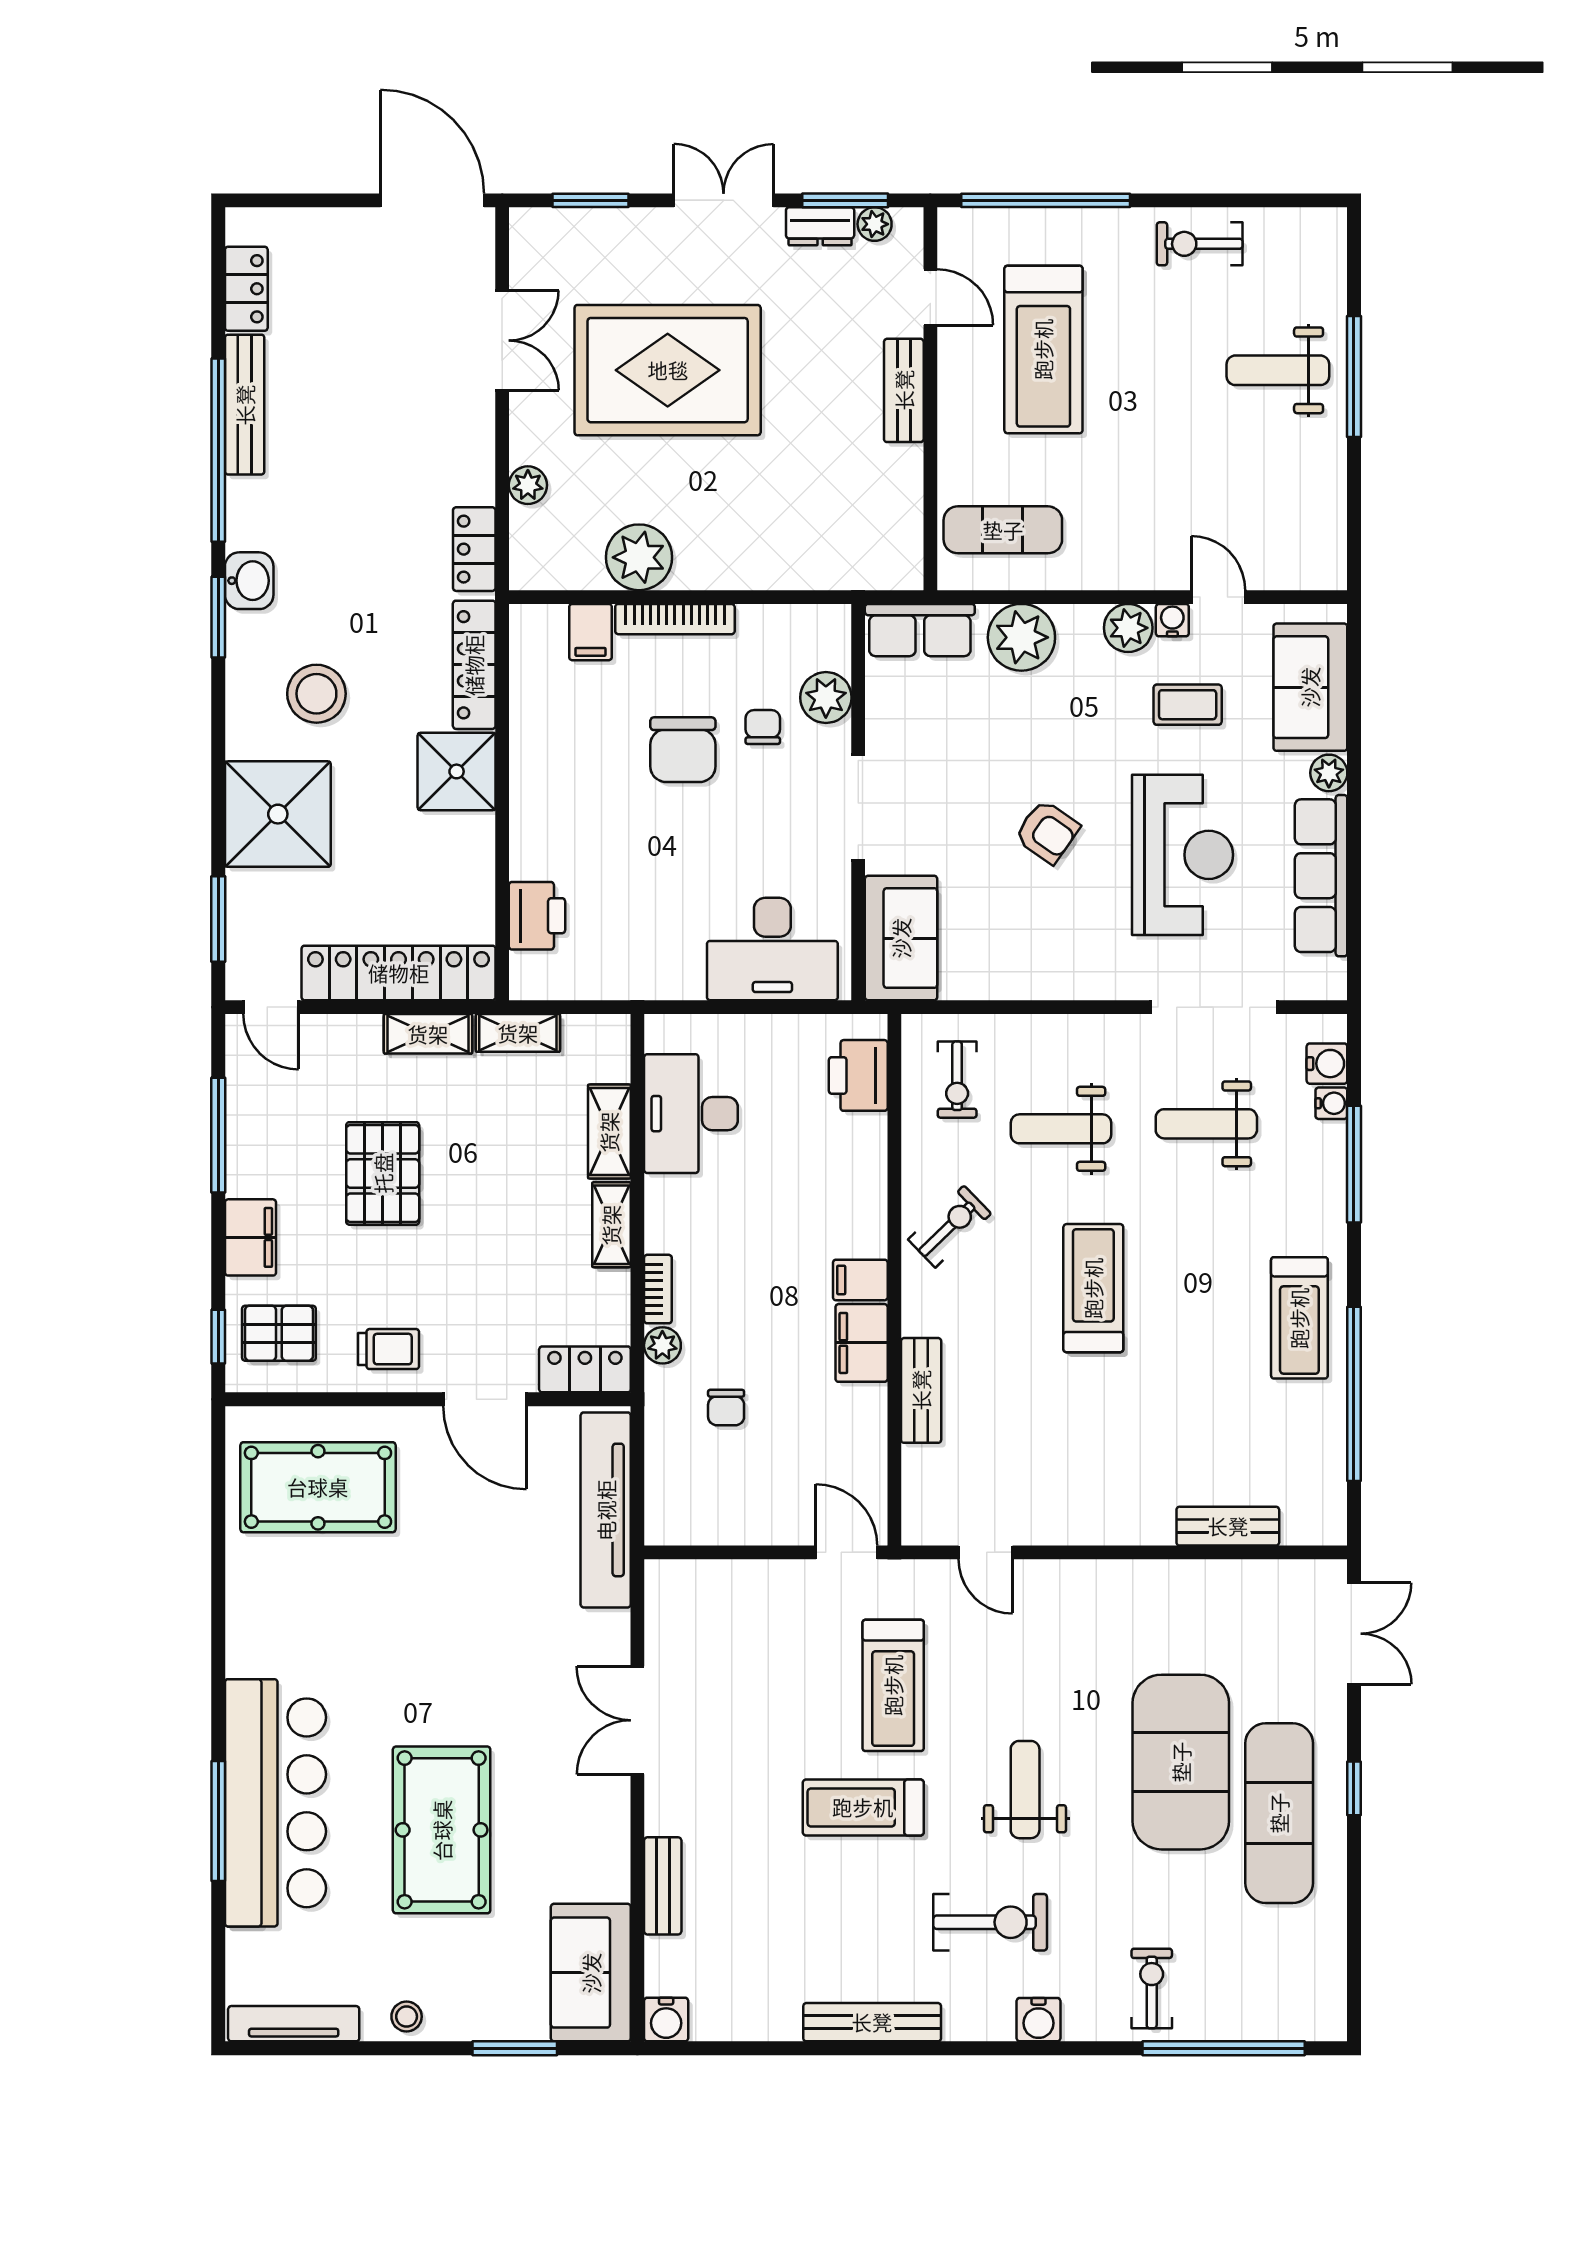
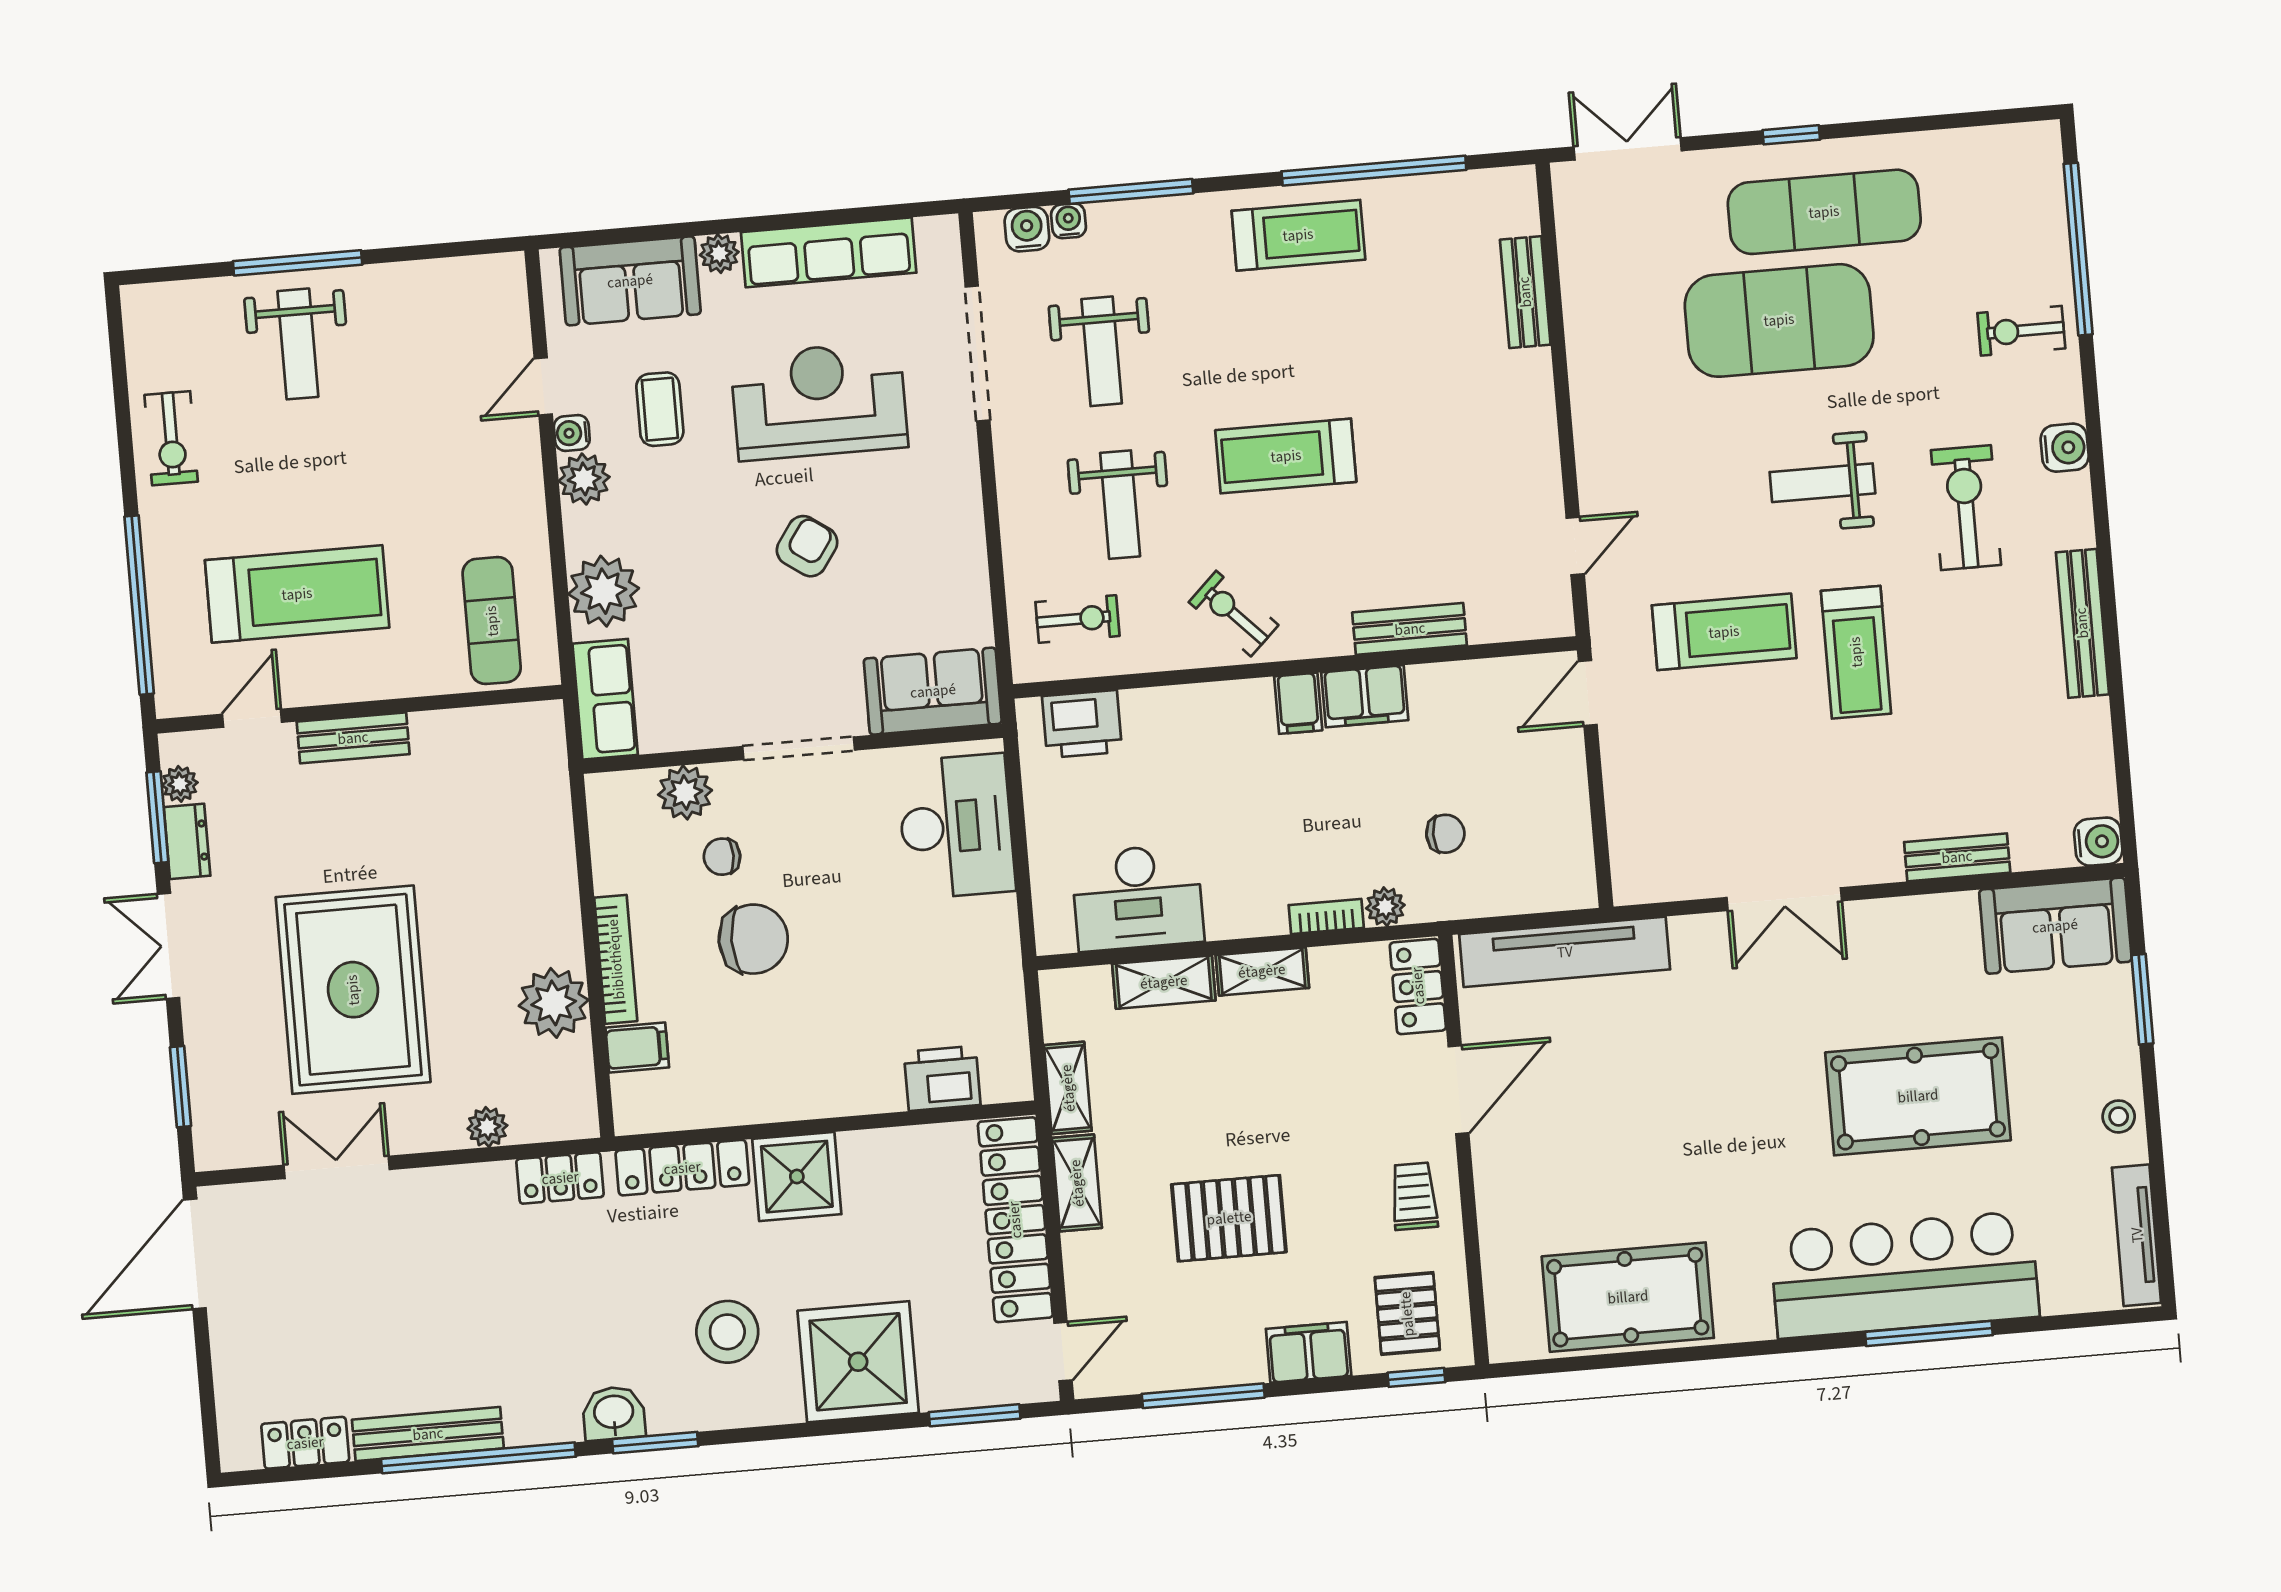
pool table: (318, 1487) -> (1628, 1297), moved, turned 90

